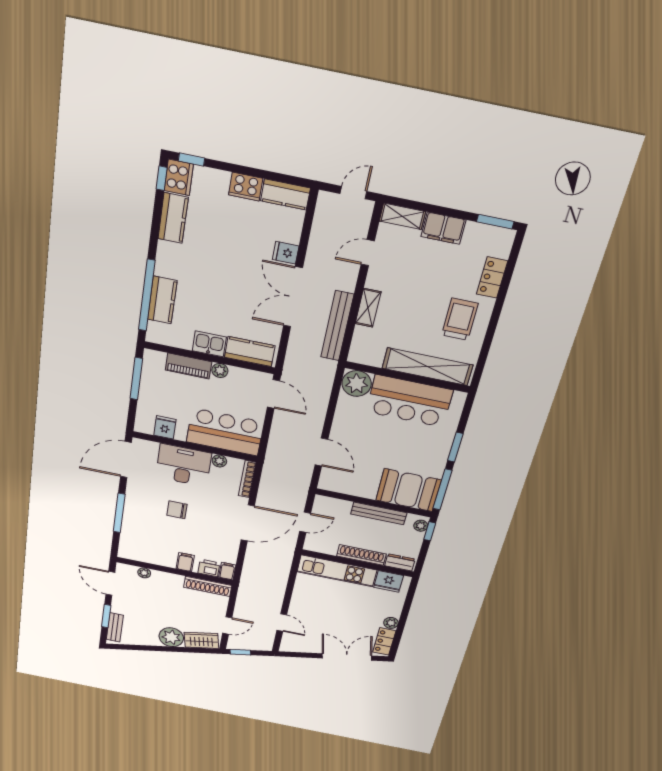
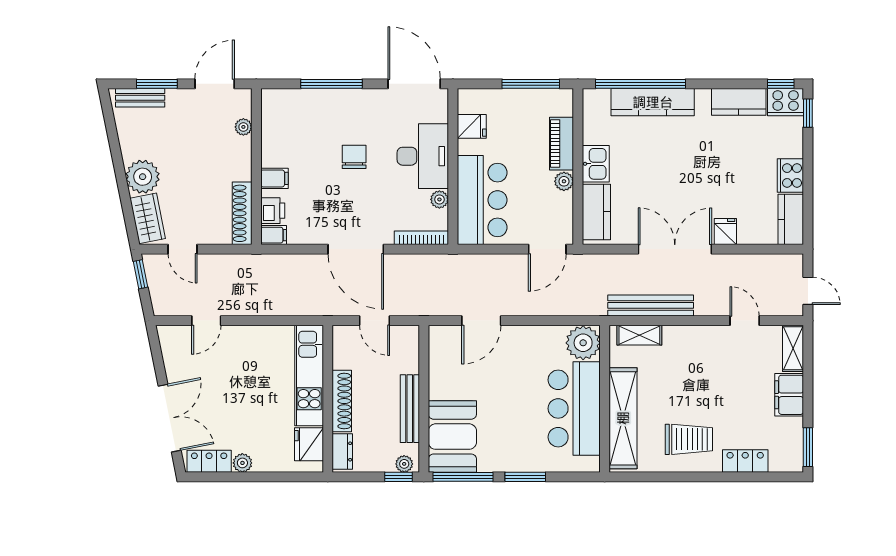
kitchen counter: (162, 300) -> (653, 102), width x1.50
shelving: (368, 308) -> (639, 335), moved

